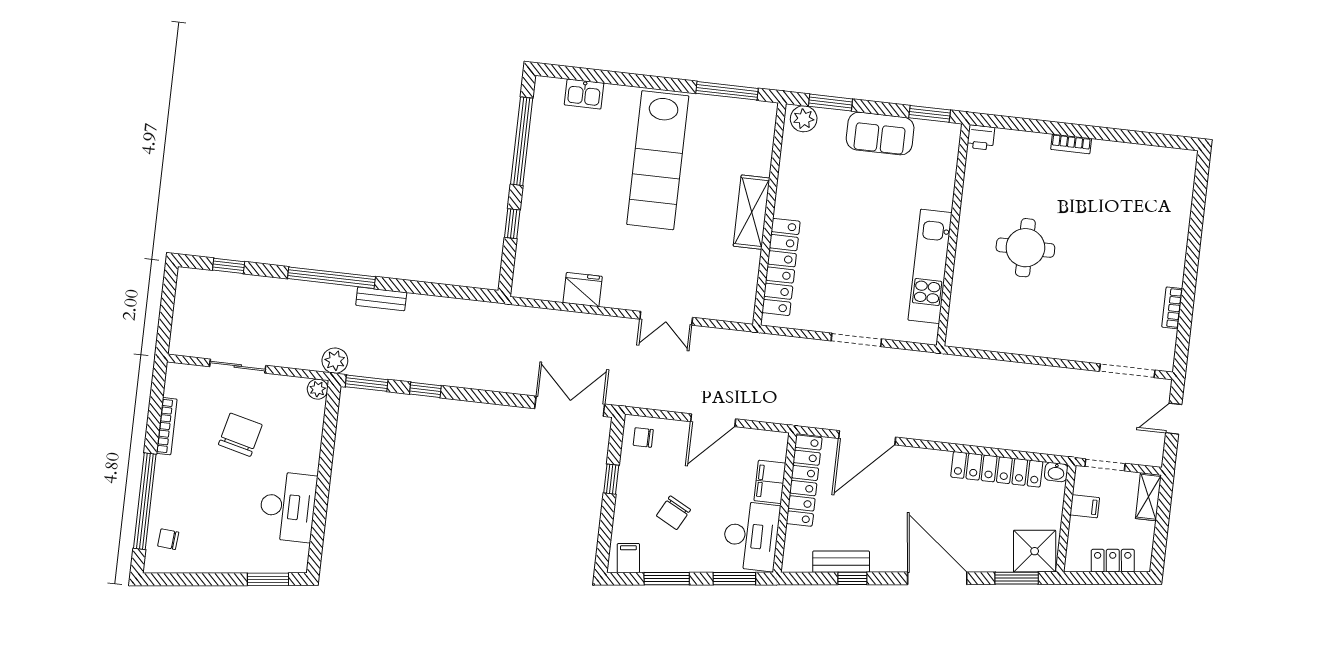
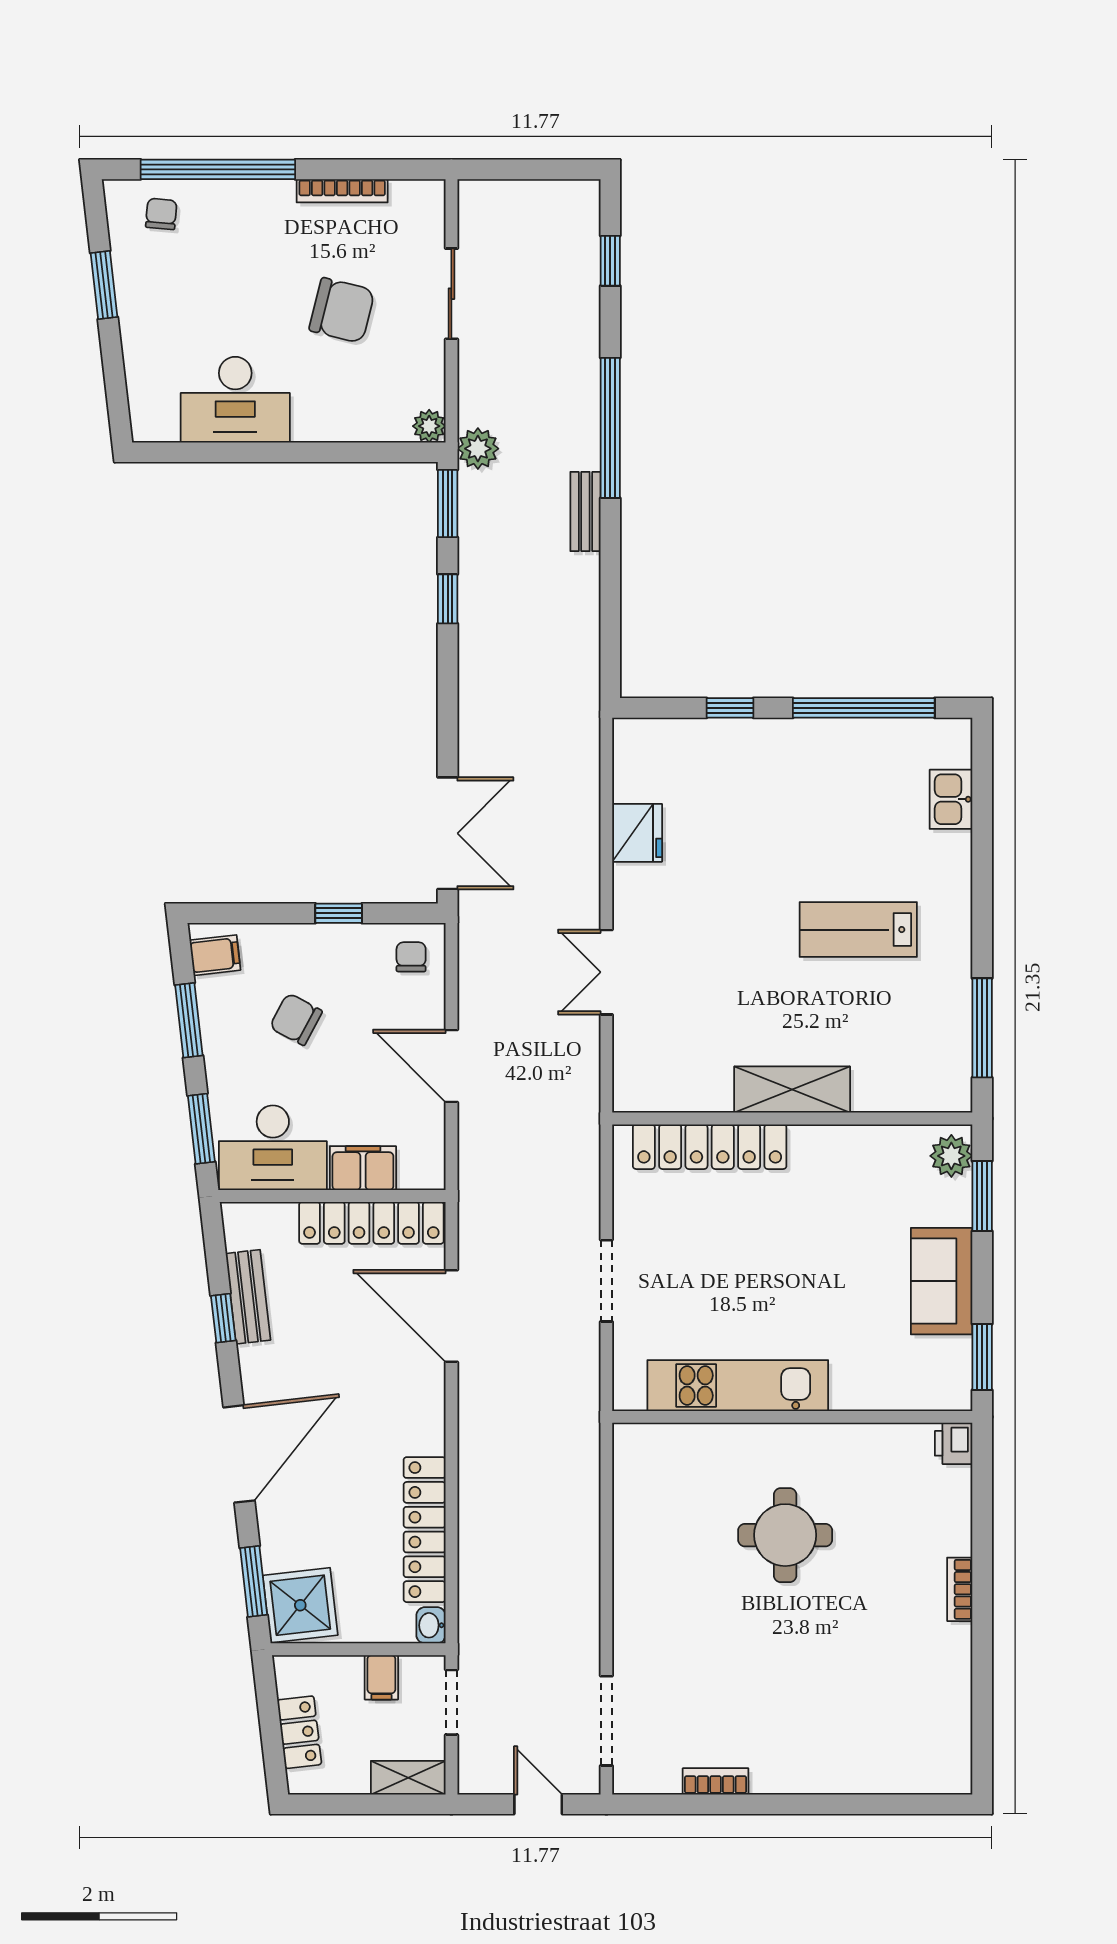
lab bench: (658, 160) -> (858, 930), width x0.54, depth x0.72
window: (268, 579) -> (104, 285), moved

